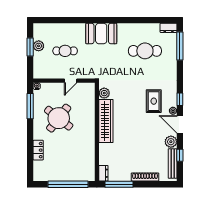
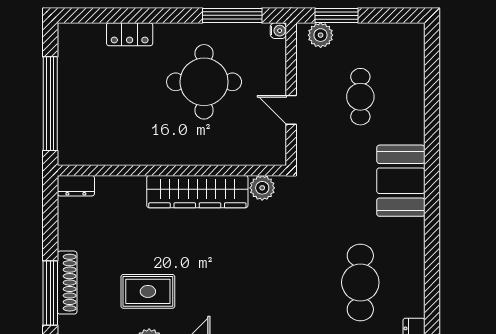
plant: (39, 46) -> (321, 35), moved
window: (30, 47) -> (337, 15), moved
rug: (154, 101) -> (148, 291), moved
round table: (59, 118) -> (204, 82), turned -38
window: (119, 184) -> (50, 293), moved

